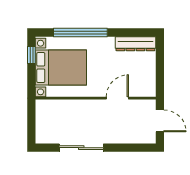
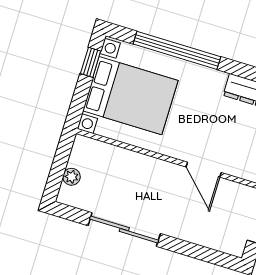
door: (117, 98) -> (204, 170), swing flipped
plant: (41, 126) -> (72, 177), added

